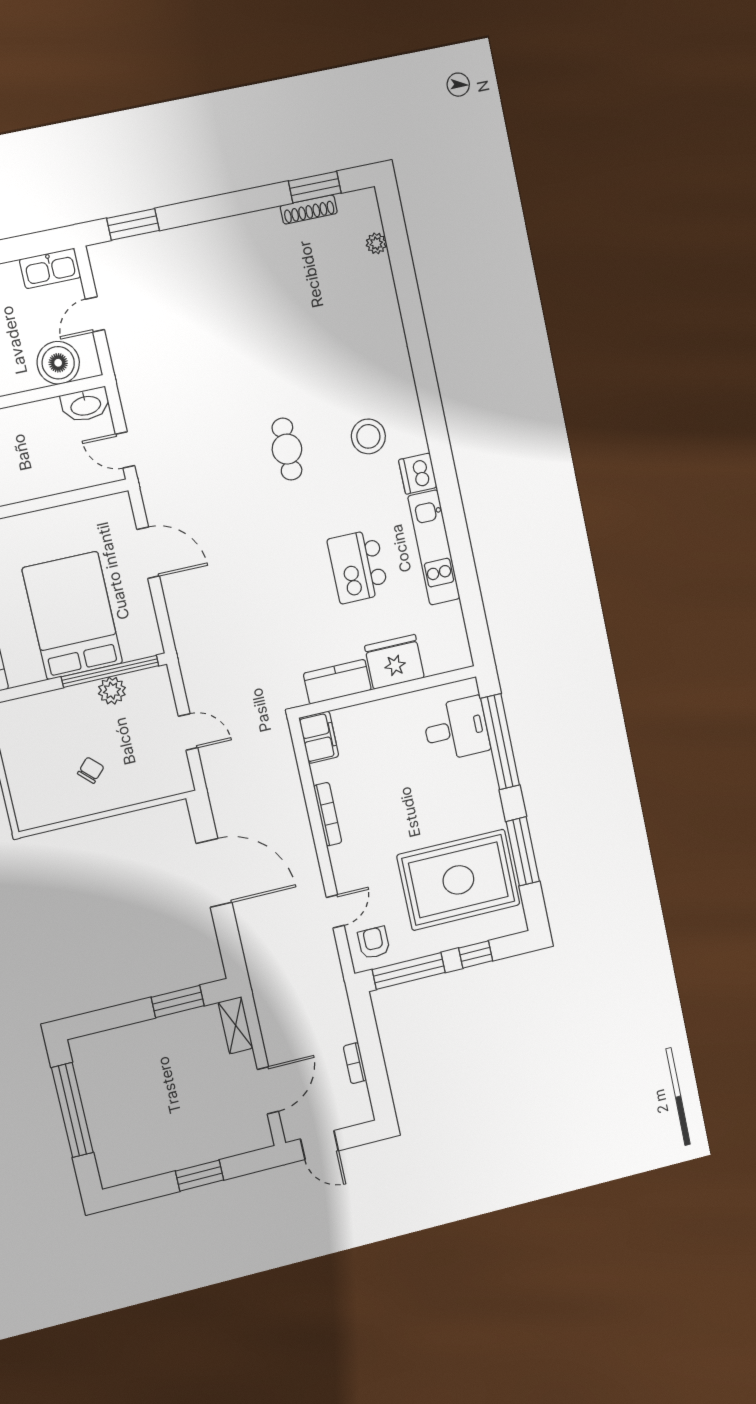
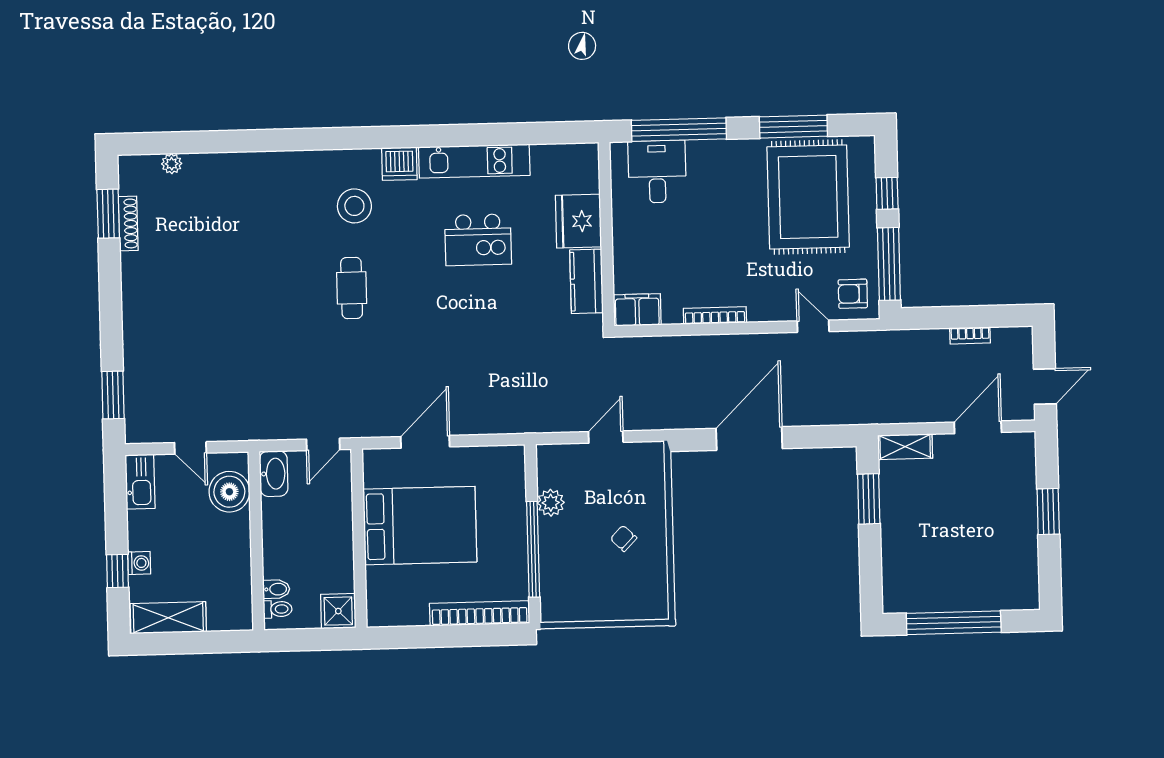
cafe table: (287, 449) -> (352, 288), turned 90
bed: (72, 616) -> (420, 526), moved, turned 180
window: (110, 671) -> (533, 549), moved
door: (268, 1090) -> (978, 427), hinge flipped

